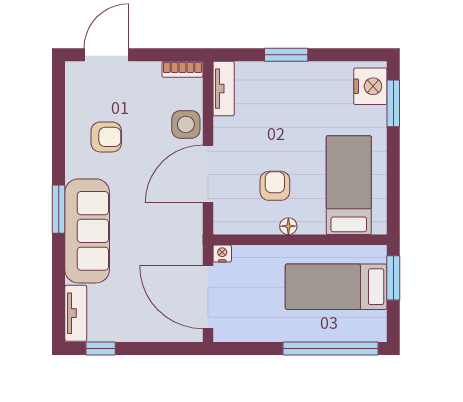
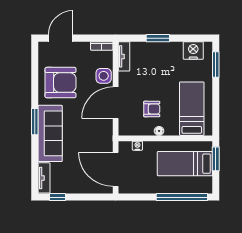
nightstand: (370, 86) -> (193, 50), moved, turned -90
armchair: (106, 137) -> (60, 83), width x1.88, depth x1.88
armchair: (275, 186) -> (152, 109), turned 90
nightstand: (222, 254) -> (137, 146), moved

